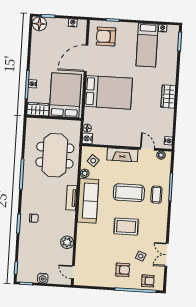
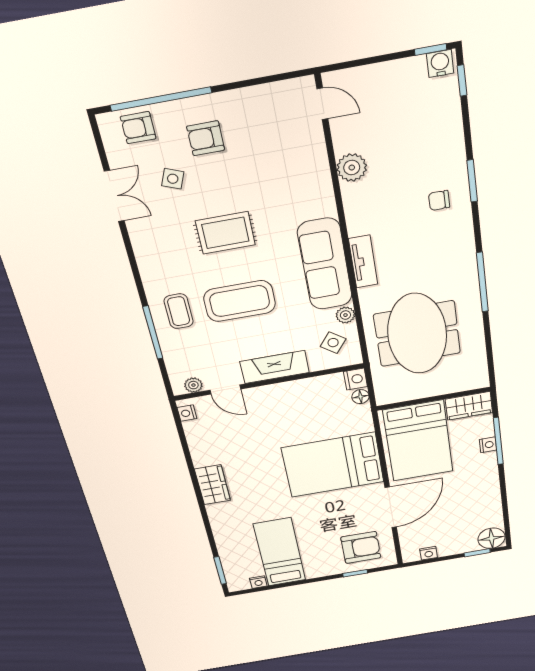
water cooler: (43, 278) -> (440, 63), moved

